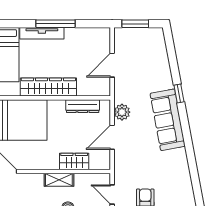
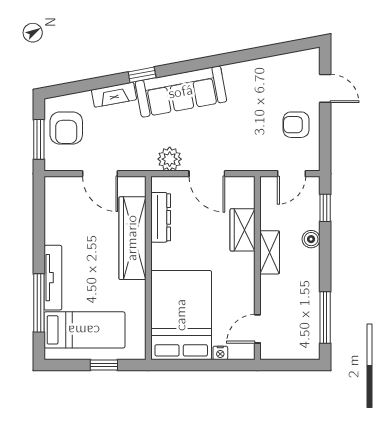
window: (55, 24) -> (39, 303), moved
armchair: (143, 42) -> (66, 128), added
fireplace: (166, 75) -> (114, 95), added
wardrobe: (48, 87) -> (132, 238), moved

